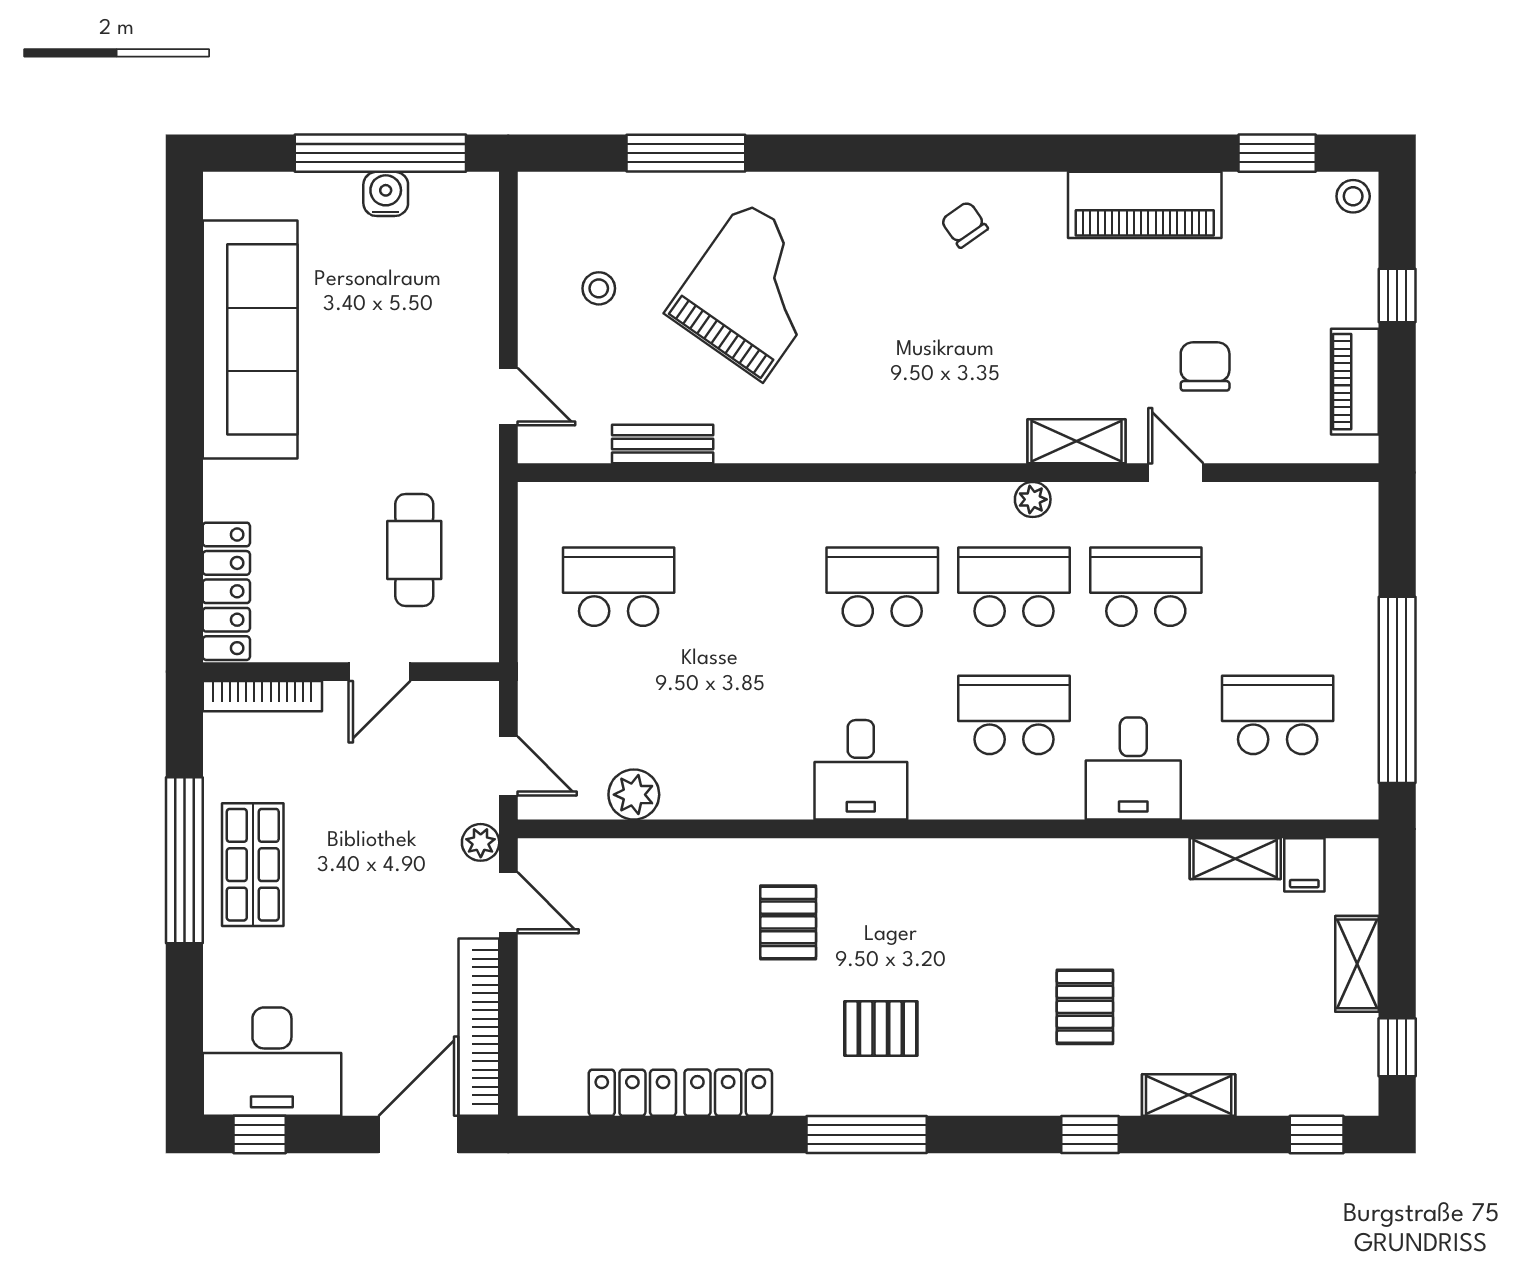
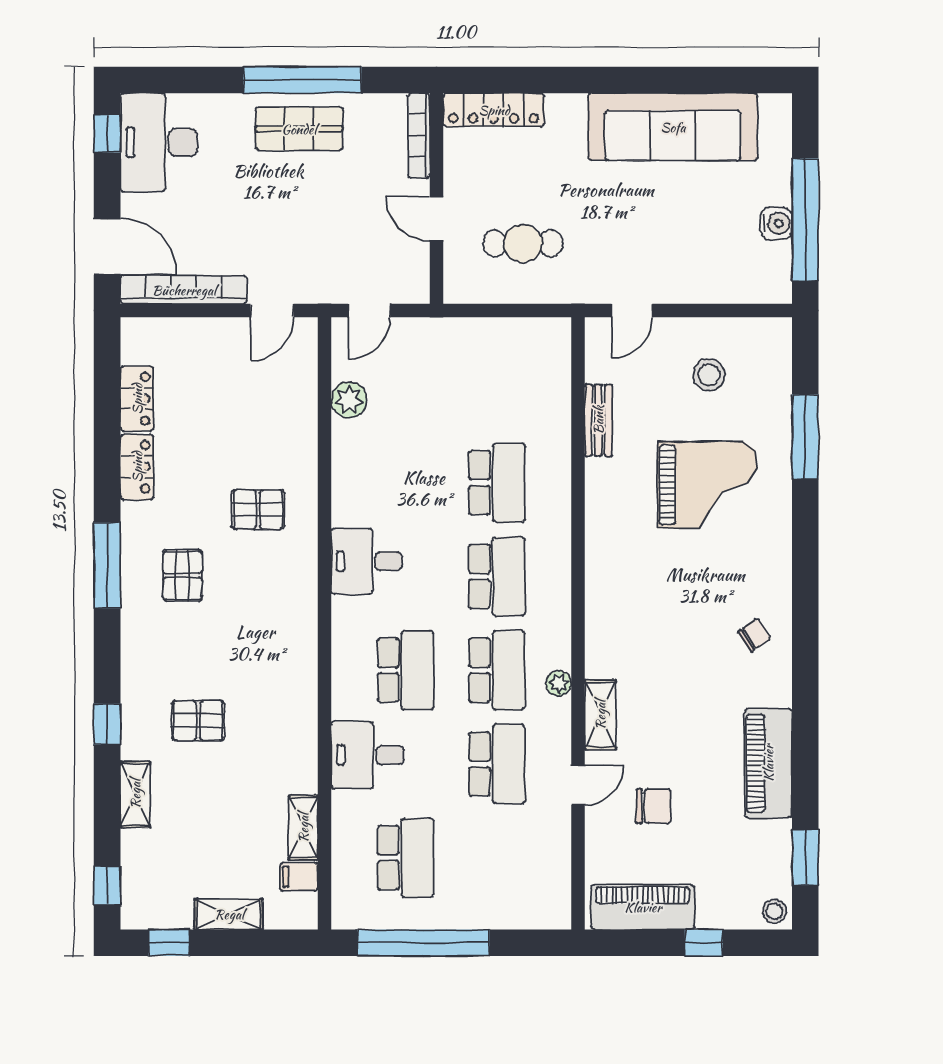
stool: (599, 288) -> (709, 375), width x1.37, depth x1.37
grand piano: (753, 291) -> (707, 485), turned -35
piano: (1355, 382) -> (643, 907), width x1.37, depth x1.33
school desk: (619, 587) -> (497, 483), moved
plant: (481, 842) -> (315, 291), removed

